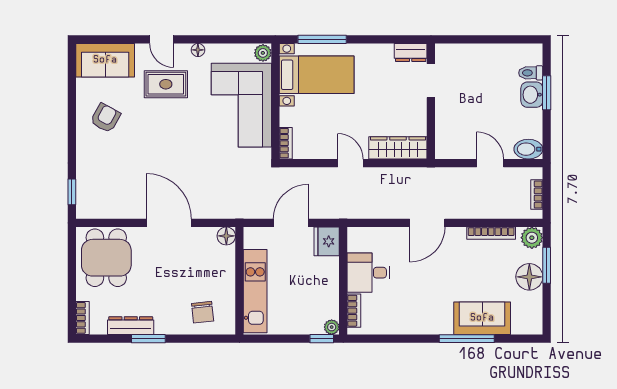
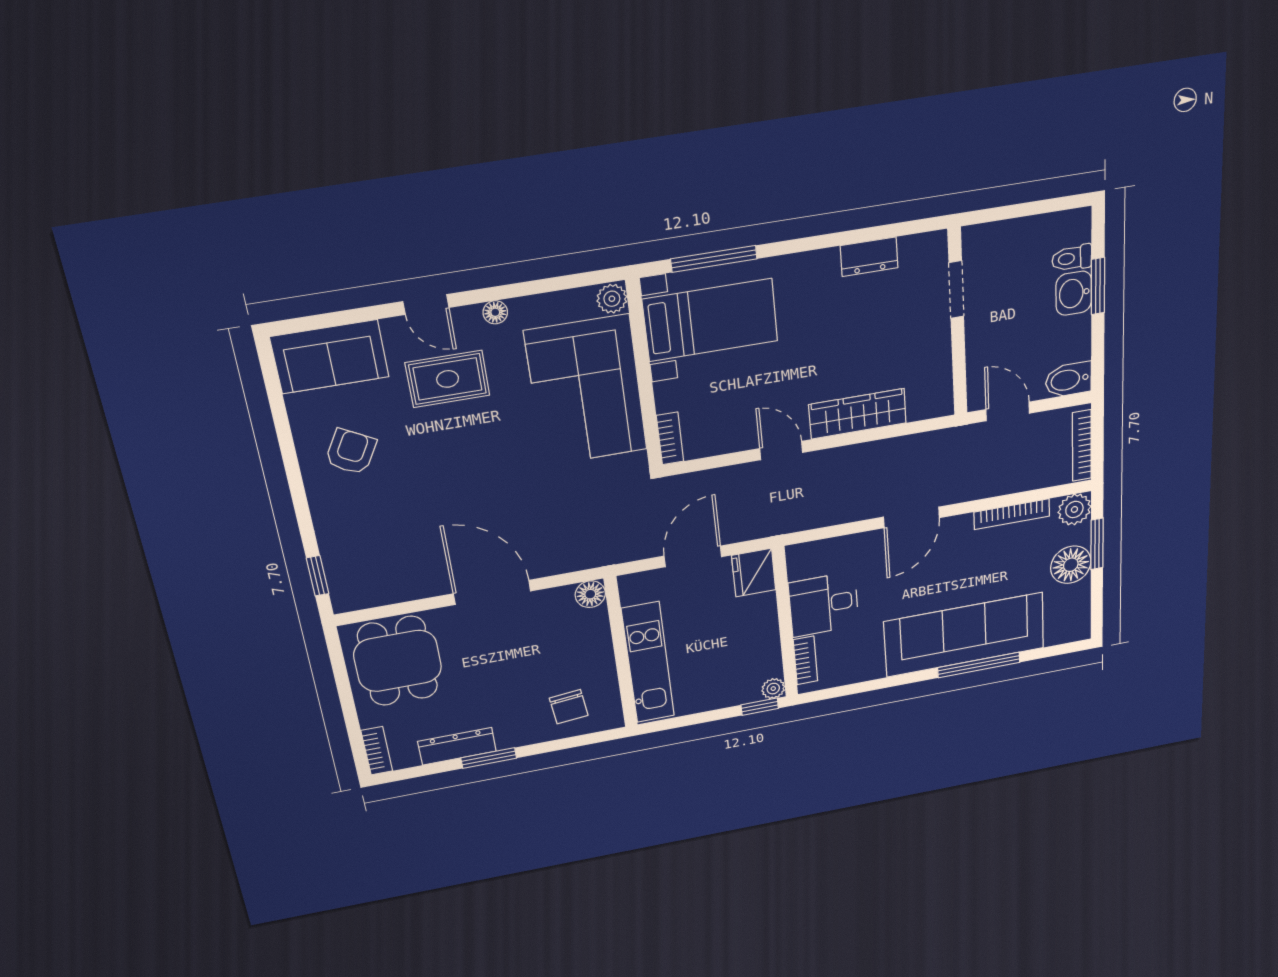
doorway: (431, 81) -> (956, 290), moved
wall: (431, 101) -> (957, 323), moved
bookcase: (537, 194) -> (1082, 446), width x1.56
sofa: (482, 318) -> (964, 635), width x1.85, depth x1.27

